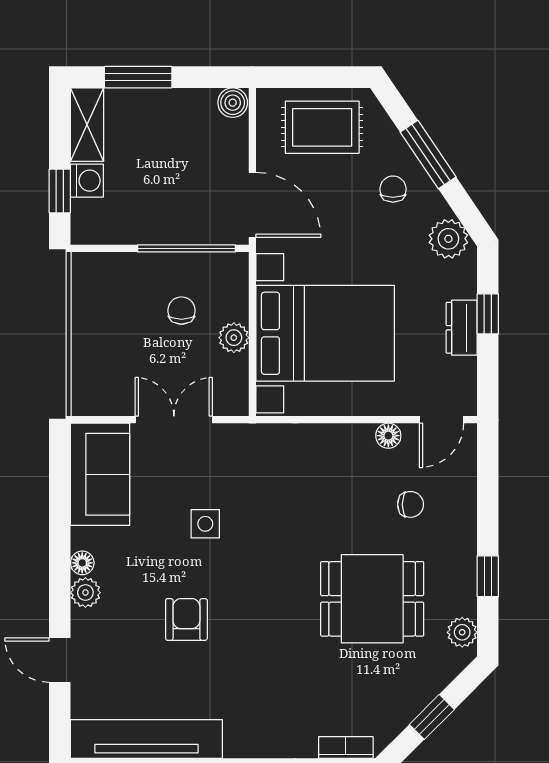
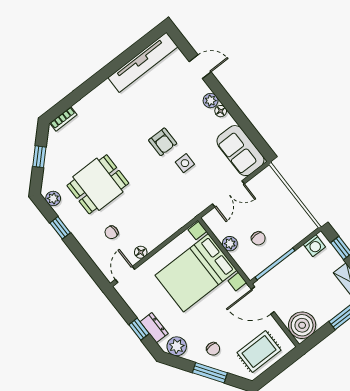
boiler: (233, 103) -> (302, 325), width x1.86, depth x1.86
washing machine: (87, 181) -> (314, 246), moved, turned -90
dresser: (462, 328) -> (154, 328), moved
armchair: (186, 619) -> (163, 142), moved

